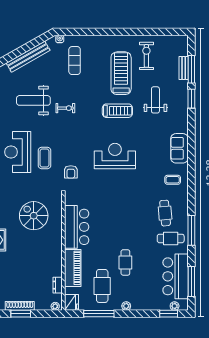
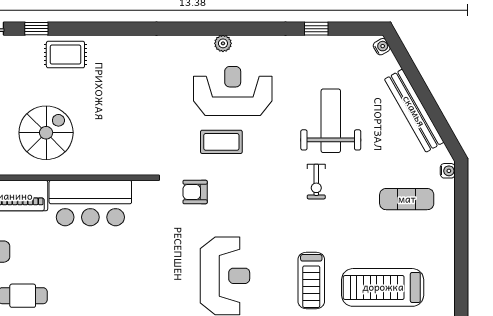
treadmill: (121, 73) -> (383, 287), turned 180
spiral stairs: (34, 216) -> (46, 133), moved

